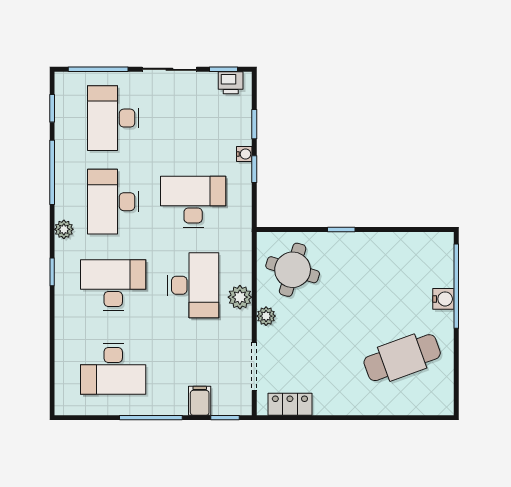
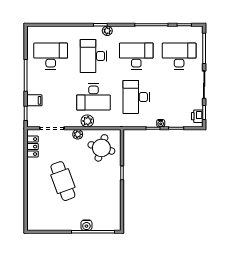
desk: (193, 202) -> (136, 97), turned 180
plant: (64, 229) -> (107, 31), moved
desk: (113, 285) -> (93, 56), turned 180
cafe table: (402, 358) -> (63, 181), moved
desk: (113, 369) -> (51, 56), turned 90

